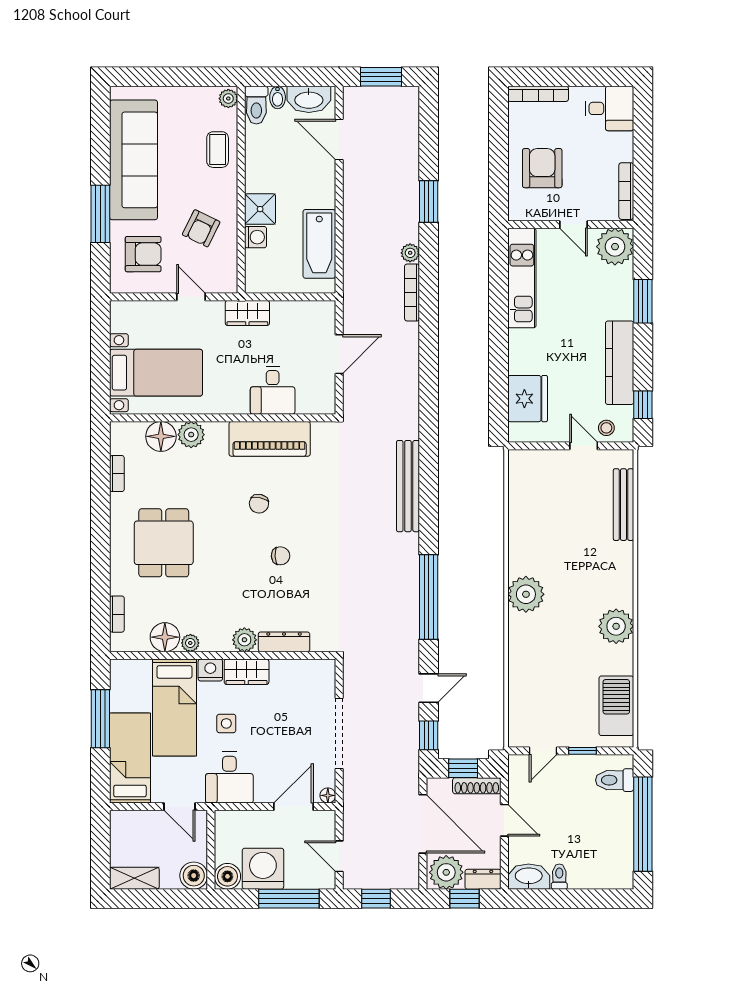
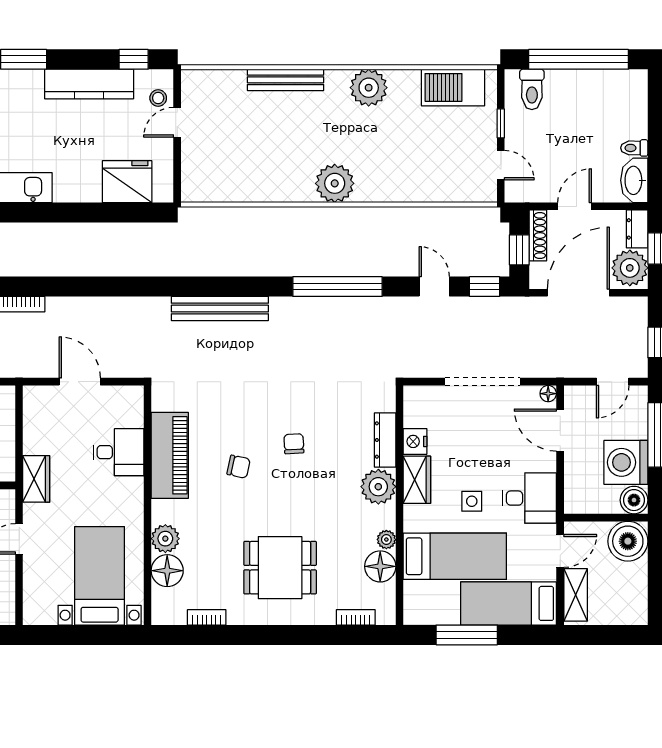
bench: (623, 505) -> (285, 80), moved
plant: (244, 640) -> (378, 487), width x1.36, depth x1.36
nightstand: (210, 670) -> (415, 441), moved
boiler: (194, 876) -> (628, 541), width x1.37, depth x1.37
shelving: (134, 878) -> (576, 595), moved

